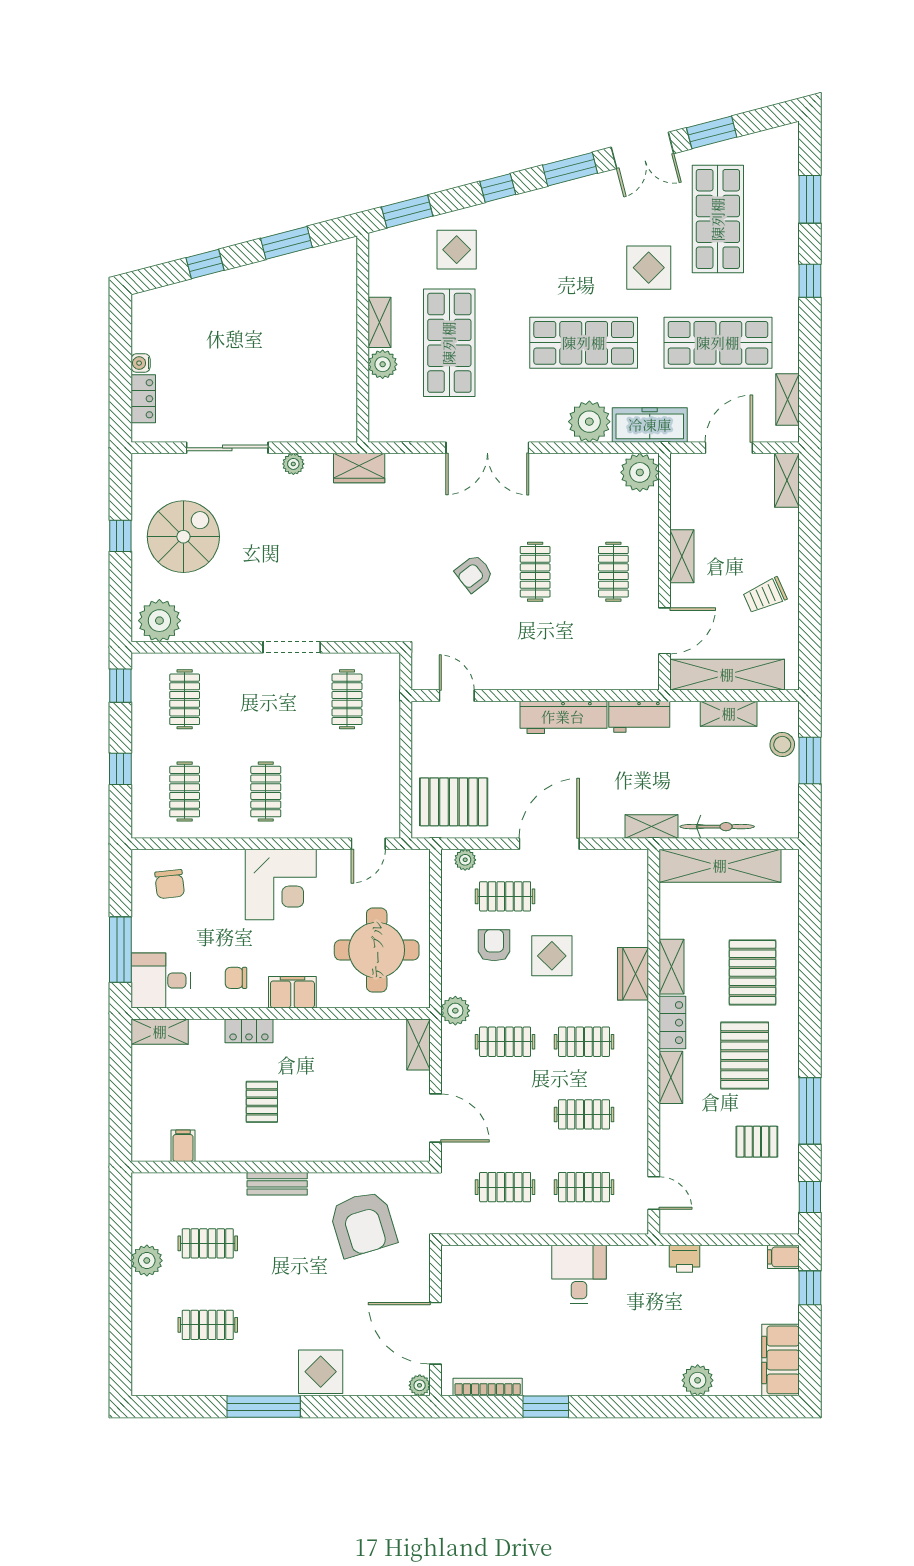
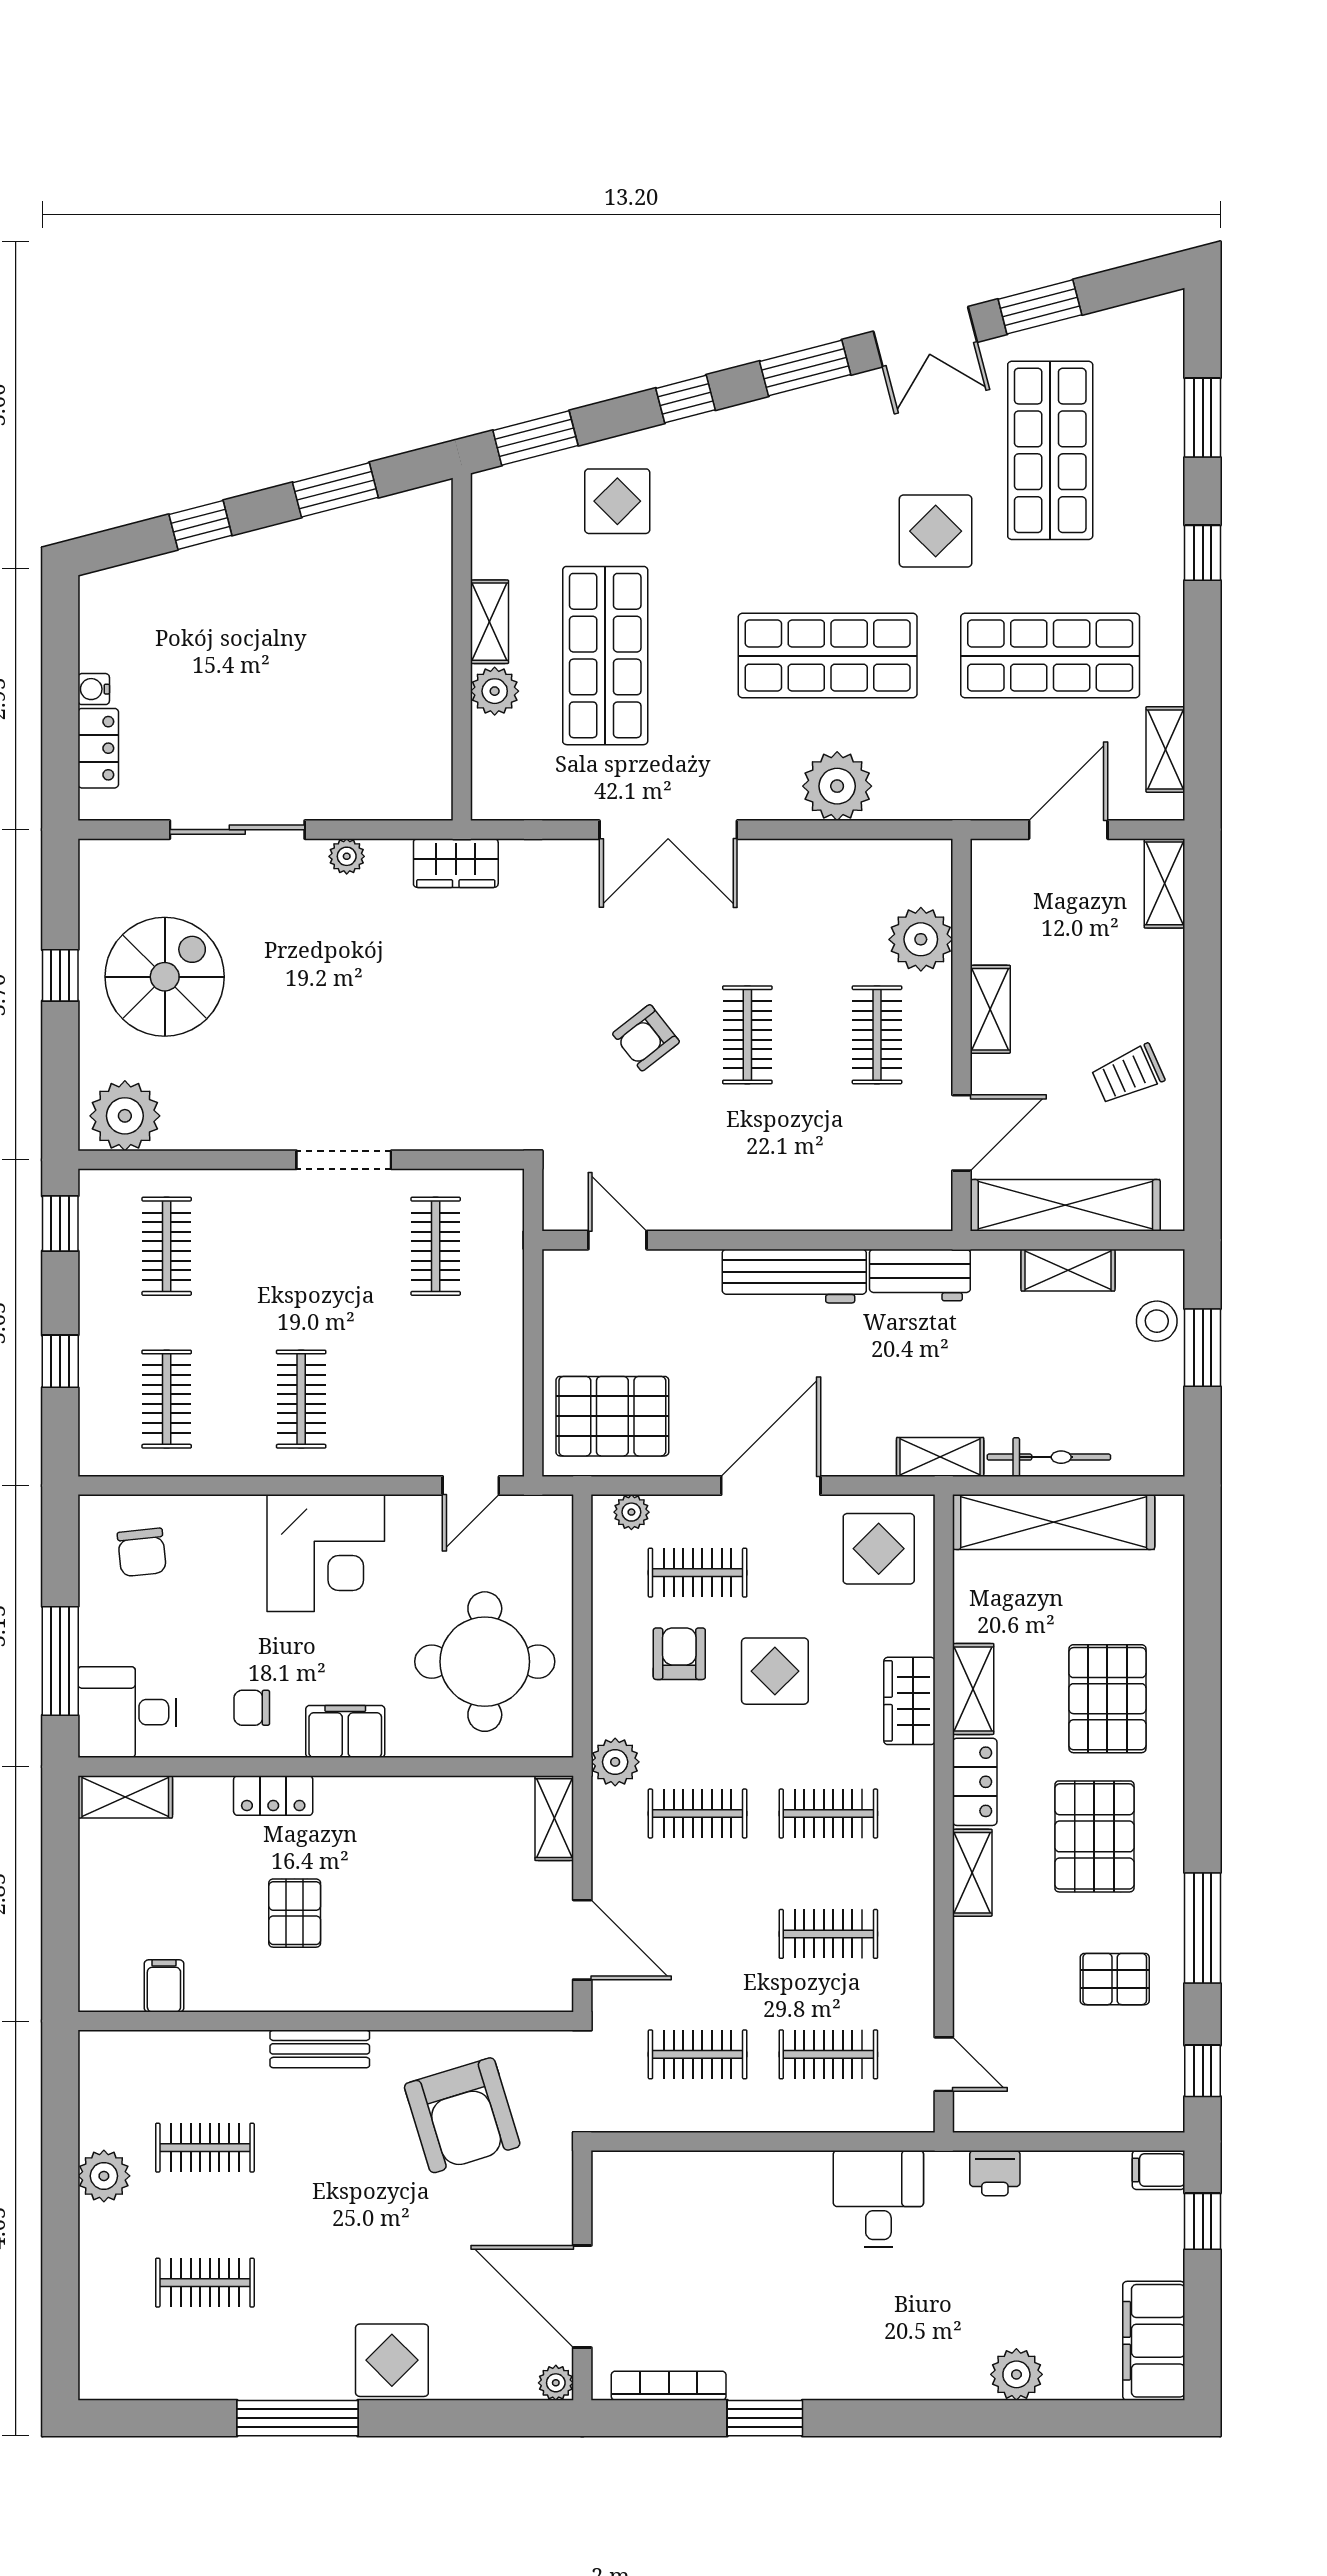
freezer: (650, 425) -> (937, 792), removed
plant: (640, 472) -> (921, 939), moved
display table: (614, 882) -> (879, 1549), added
desk: (579, 1274) -> (878, 2199), moved

